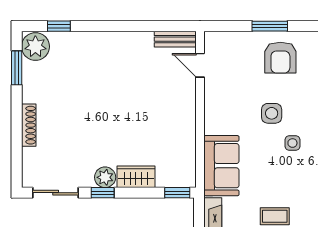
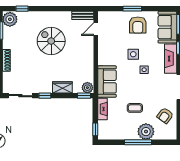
door: (200, 65) -> (96, 29), hinge flipped
spiral stairs: (115, 88) -> (51, 41), added
plant: (105, 177) -> (87, 88), moved

